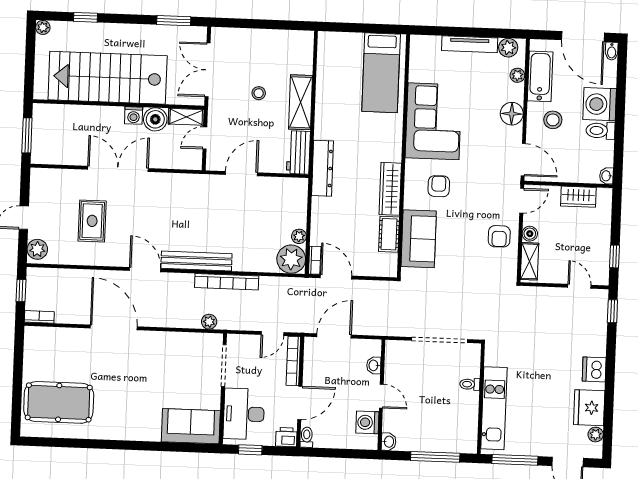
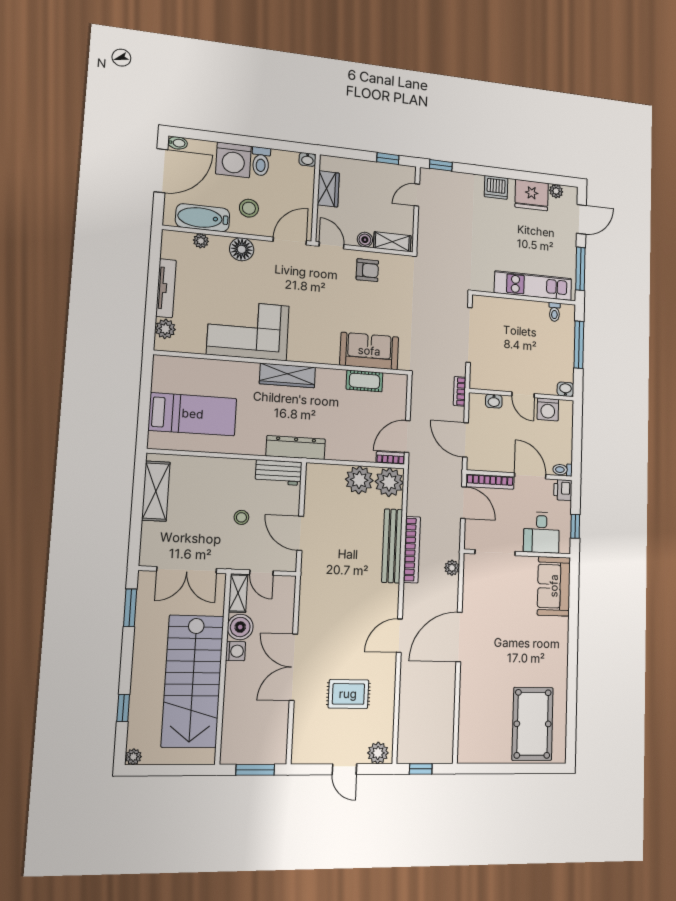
plant: (508, 48) -> (165, 329), moved
bed: (381, 73) -> (193, 414), moved
stool: (259, 93) -> (241, 517), moved
shelving: (301, 102) -> (156, 491), moved, turned 90
armchair: (439, 186) -> (316, 328), removed
wardrobe: (390, 189) -> (287, 375), moved
plant: (299, 236) -> (359, 480), width x1.88, depth x1.88
bench: (196, 261) -> (392, 546), moved
bookcase: (39, 317) -> (460, 391), moved
door: (114, 327) -> (459, 637), moved
door: (272, 334) -> (463, 503), width x1.38
toilet: (470, 384) -> (554, 312), moved
door: (381, 396) -> (523, 395), swing flipped
desk: (244, 414) -> (541, 532), width x0.73

